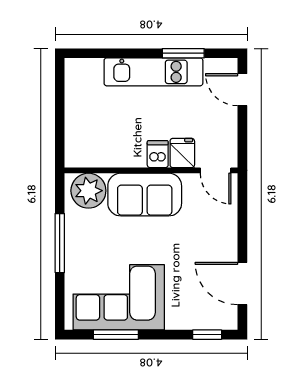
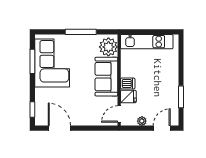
kitchen unit: (153, 72) -> (147, 42), moved, turned -90
plant: (229, 127) -> (142, 121), added
door: (242, 283) -> (59, 128), hinge flipped

